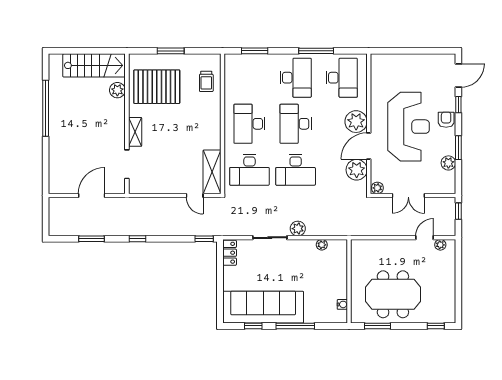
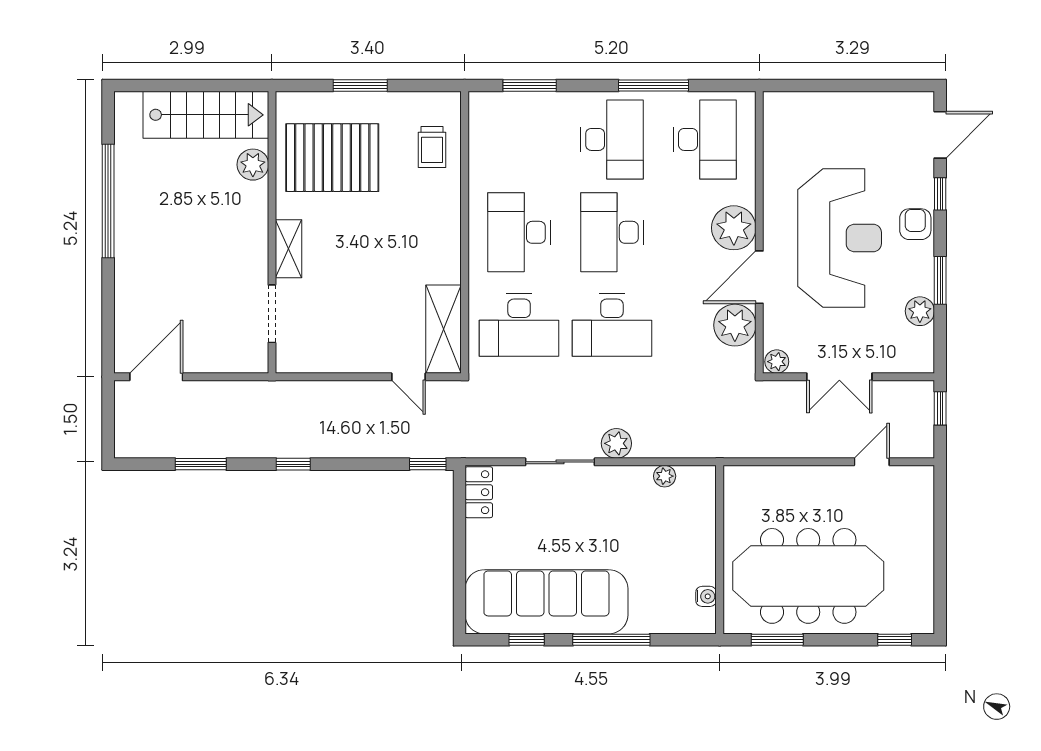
door: (92, 195) -> (156, 377), moved
plant: (440, 245) -> (904, 476), removed
meeting table: (393, 294) -> (808, 576), width x1.36

